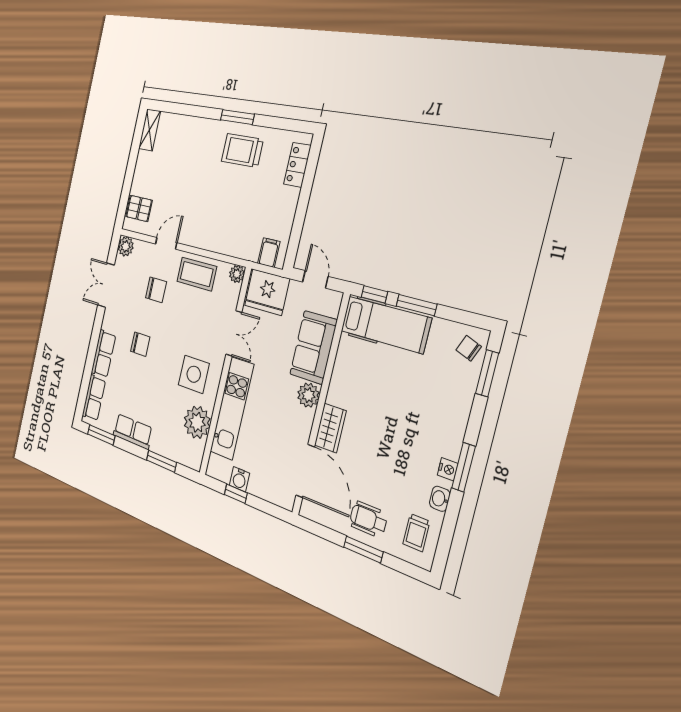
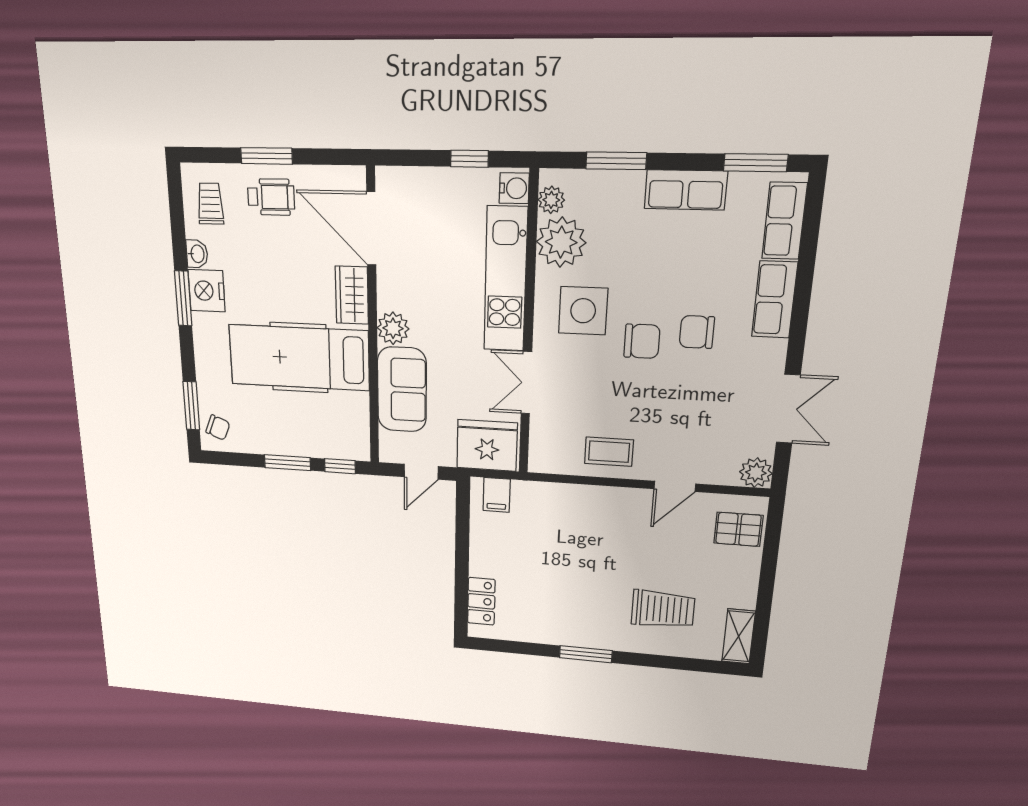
trolley: (242, 150) -> (663, 609), moved
coffee table: (197, 274) -> (609, 452), width x0.73, depth x0.77
plant: (237, 274) -> (551, 200), moved
door: (315, 279) -> (421, 472), hinge flipped
chair: (156, 290) -> (642, 341), moved, turned 180
hospital bed: (385, 325) -> (299, 358), moved, width x1.37, depth x1.29
nightstand: (448, 469) -> (207, 291), width x1.89, depth x1.79
water cooler: (239, 479) -> (514, 188), moved, turned 90

